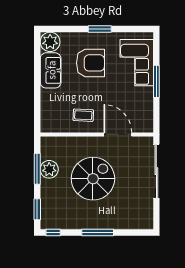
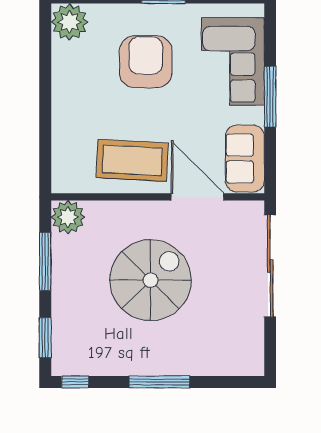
armchair: (90, 63) -> (146, 62), turned -90
sofa: (51, 70) -> (245, 159), moved, turned 180
coffee table: (83, 115) -> (132, 160), width x1.86, depth x1.72
plant: (49, 169) -> (68, 217), moved

